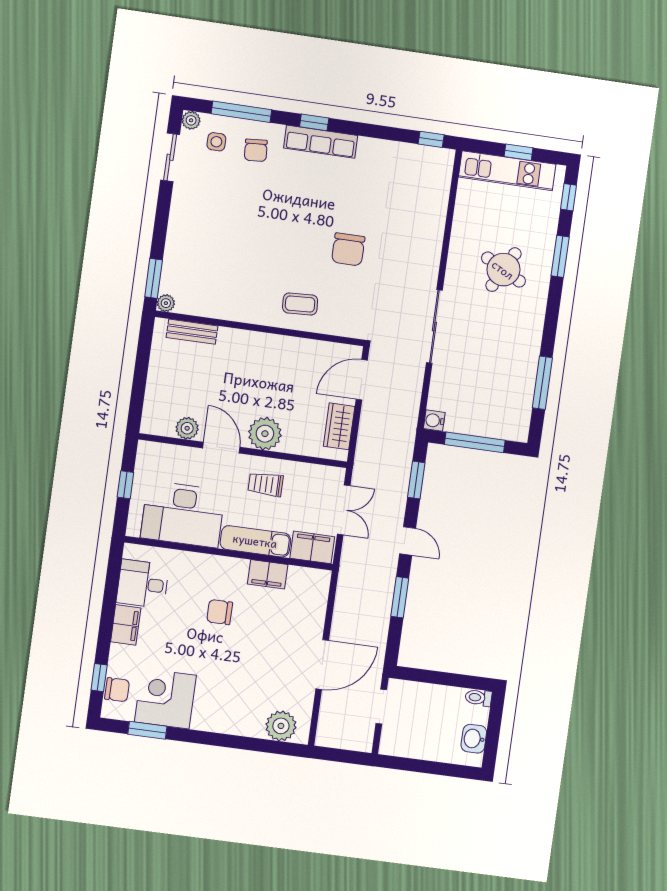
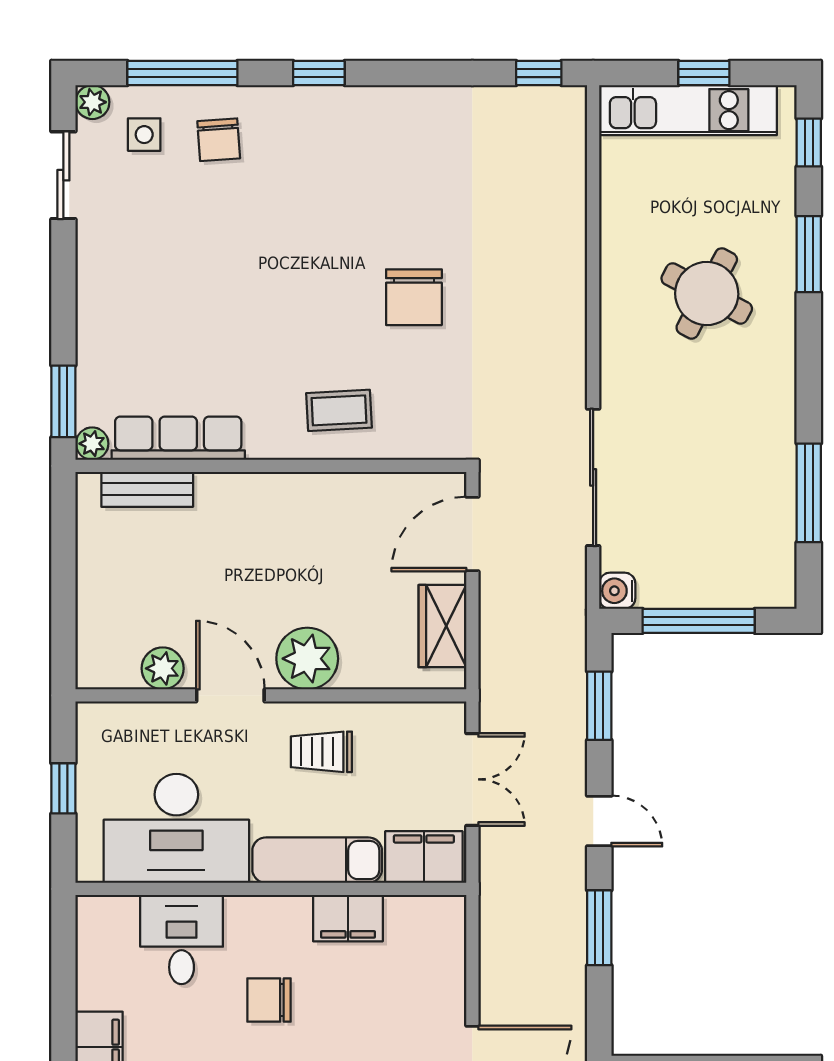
row of seats: (321, 142) -> (178, 438), moved, turned 180
sliding door: (434, 327) -> (593, 477), moved
desk: (143, 584) -> (182, 939), moved, turned 90

